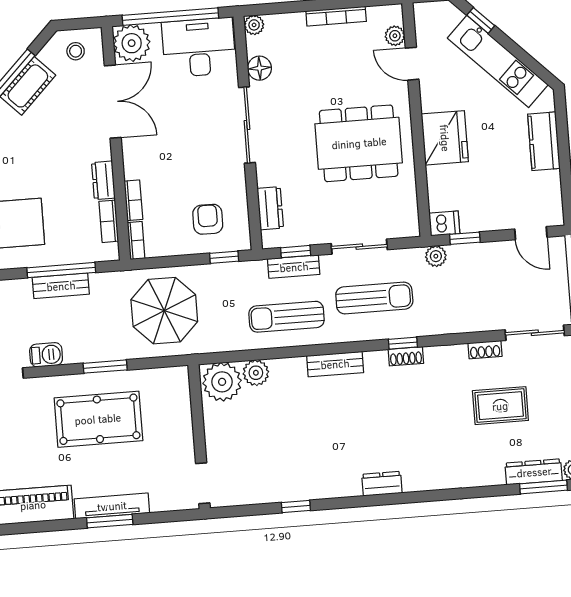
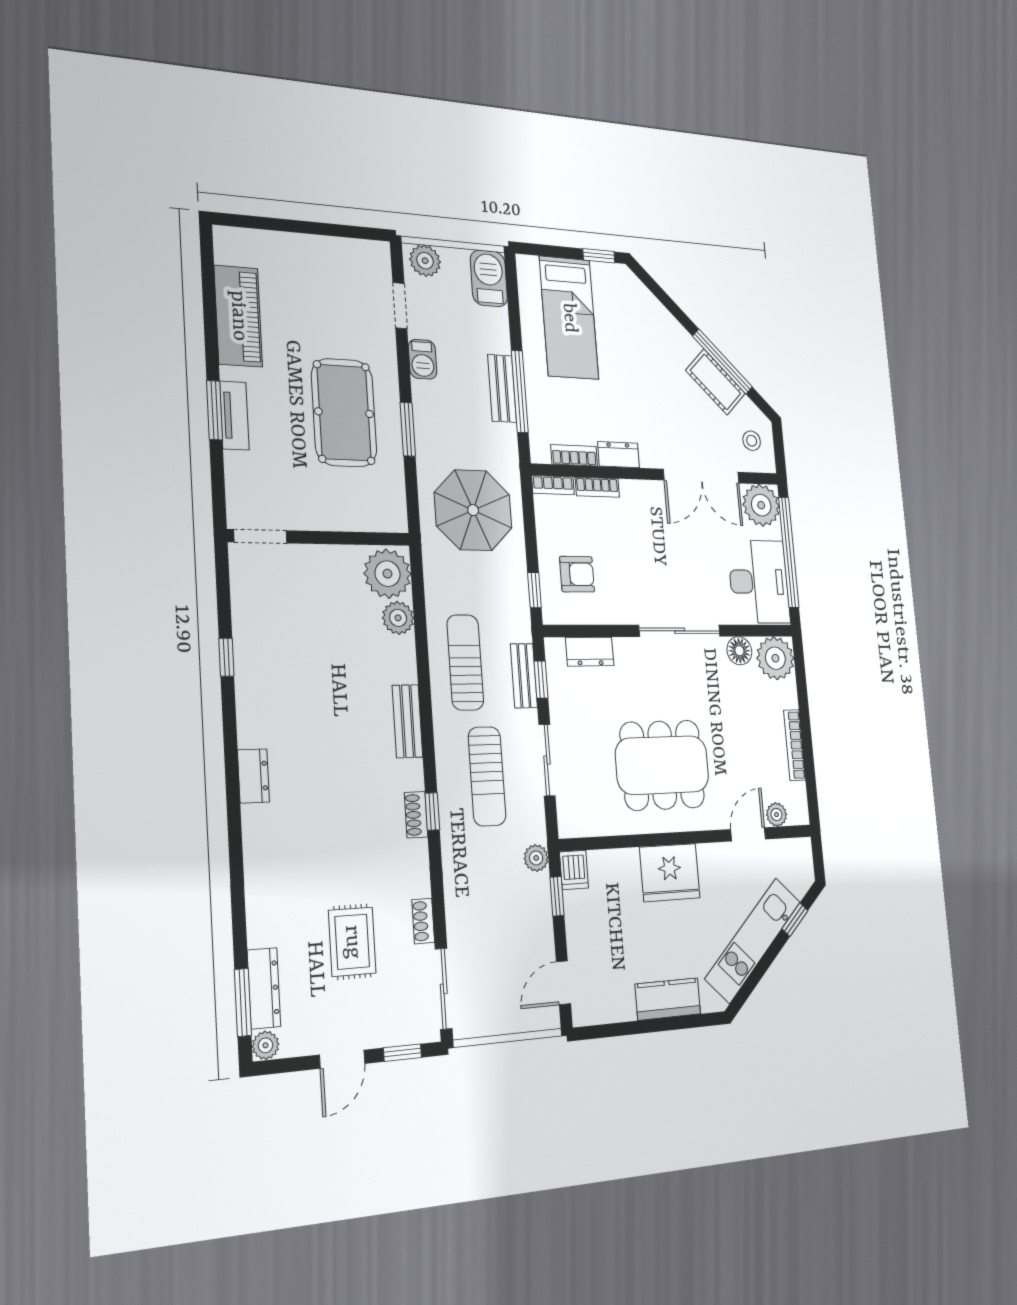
plant: (254, 25) -> (775, 658), width x1.88, depth x1.88
dining table: (359, 143) -> (662, 765), turned 90
tv unit: (112, 506) -> (234, 415), width x0.71

